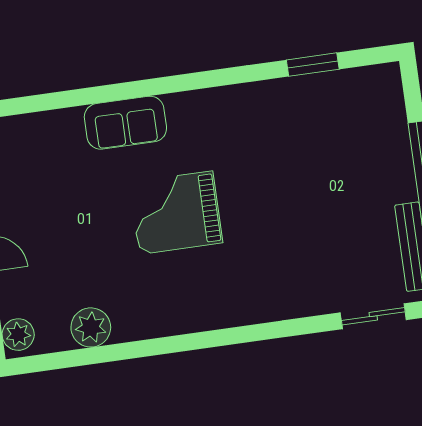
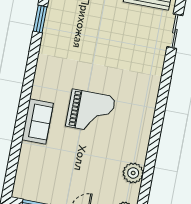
grand piano: (176, 213) -> (91, 112), turned -90

